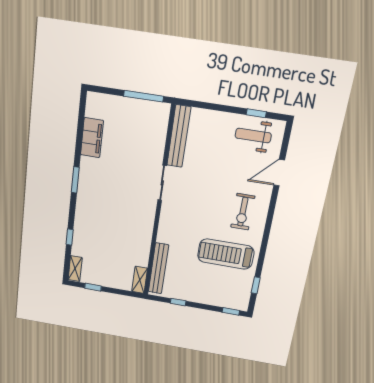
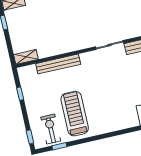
exercise bike: (243, 212) -> (51, 129), moved, turned 90
bench: (158, 268) -> (58, 64), moved

